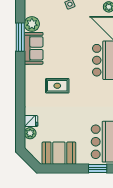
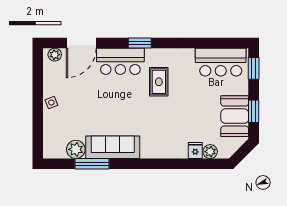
sofa: (34, 48) -> (113, 147), width x1.36
rug: (57, 86) -> (159, 82), moved
window: (63, 168) -> (254, 111), added

